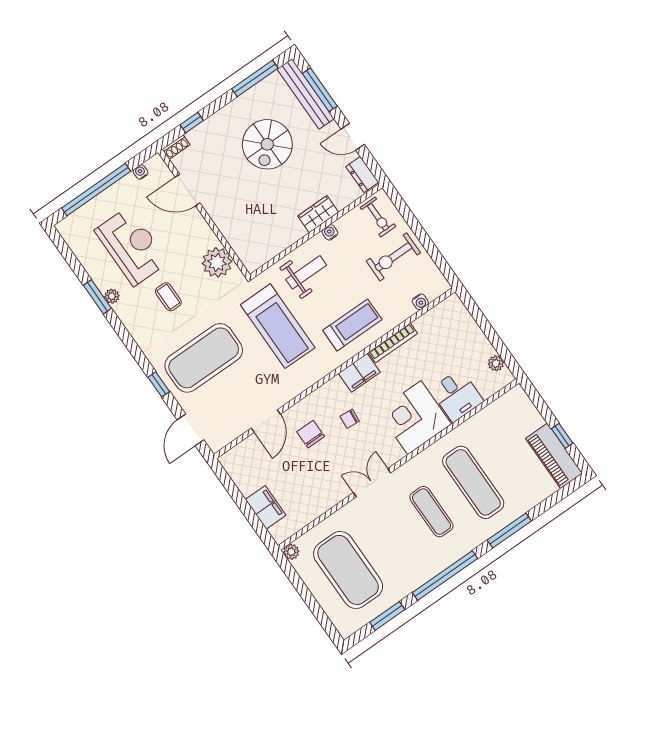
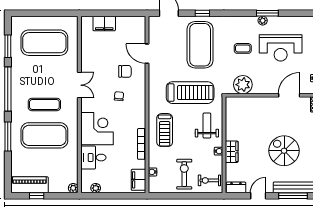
weight bench: (306, 272) -> (207, 125), turned 180
treadmill: (278, 326) -> (190, 93), turned 180
filing cabinet: (359, 373) -> (139, 180), moved
exercise mat: (473, 482) -> (44, 135), width x1.47
plant: (291, 552) -> (73, 188), moved

